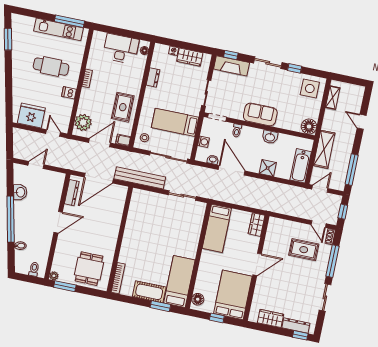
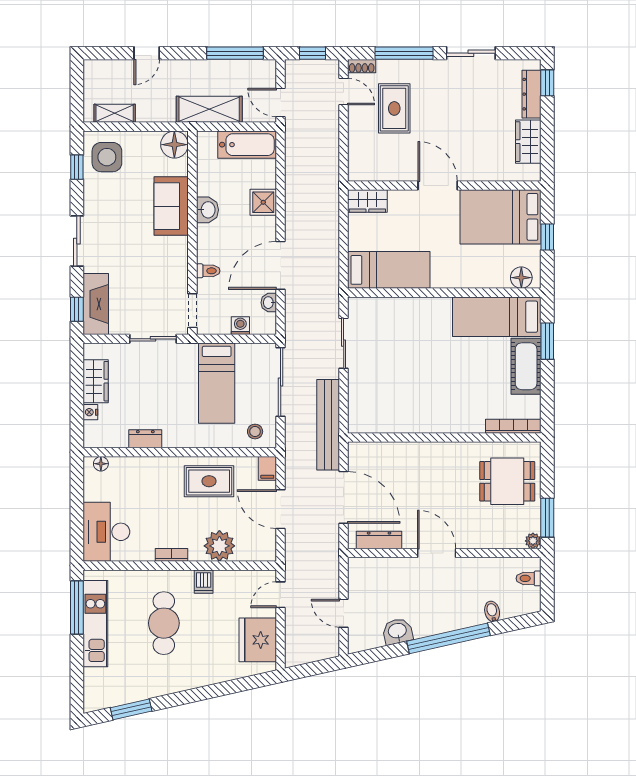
desk: (121, 49) -> (106, 532), moved
window: (295, 68) -> (77, 167), moved
sofa: (260, 114) -> (171, 206), moved
plant: (83, 122) -> (219, 546), moved
door: (319, 224) -> (344, 92), hinge flipped

